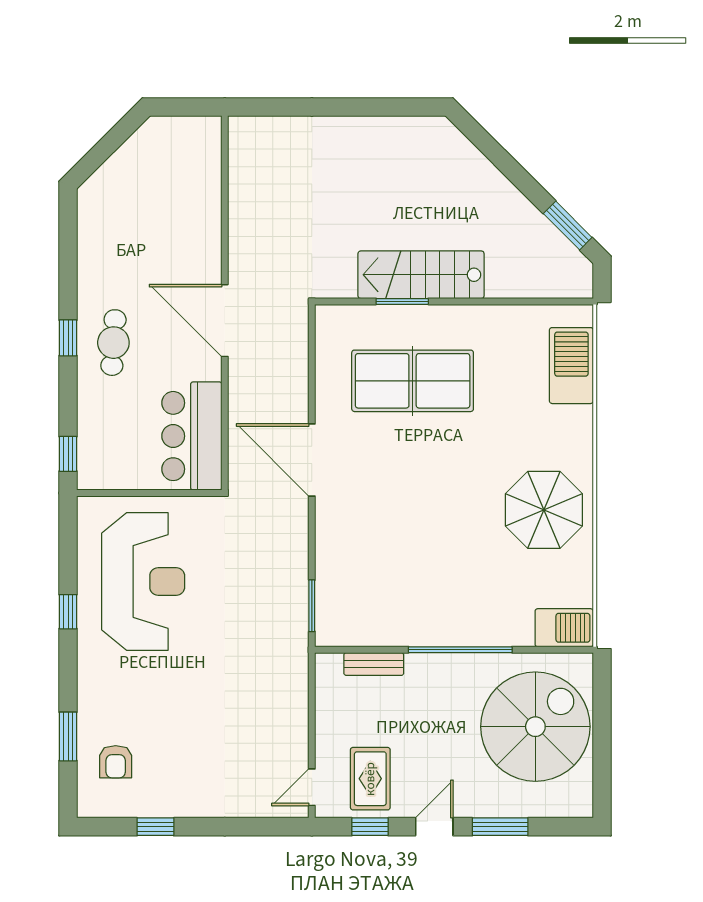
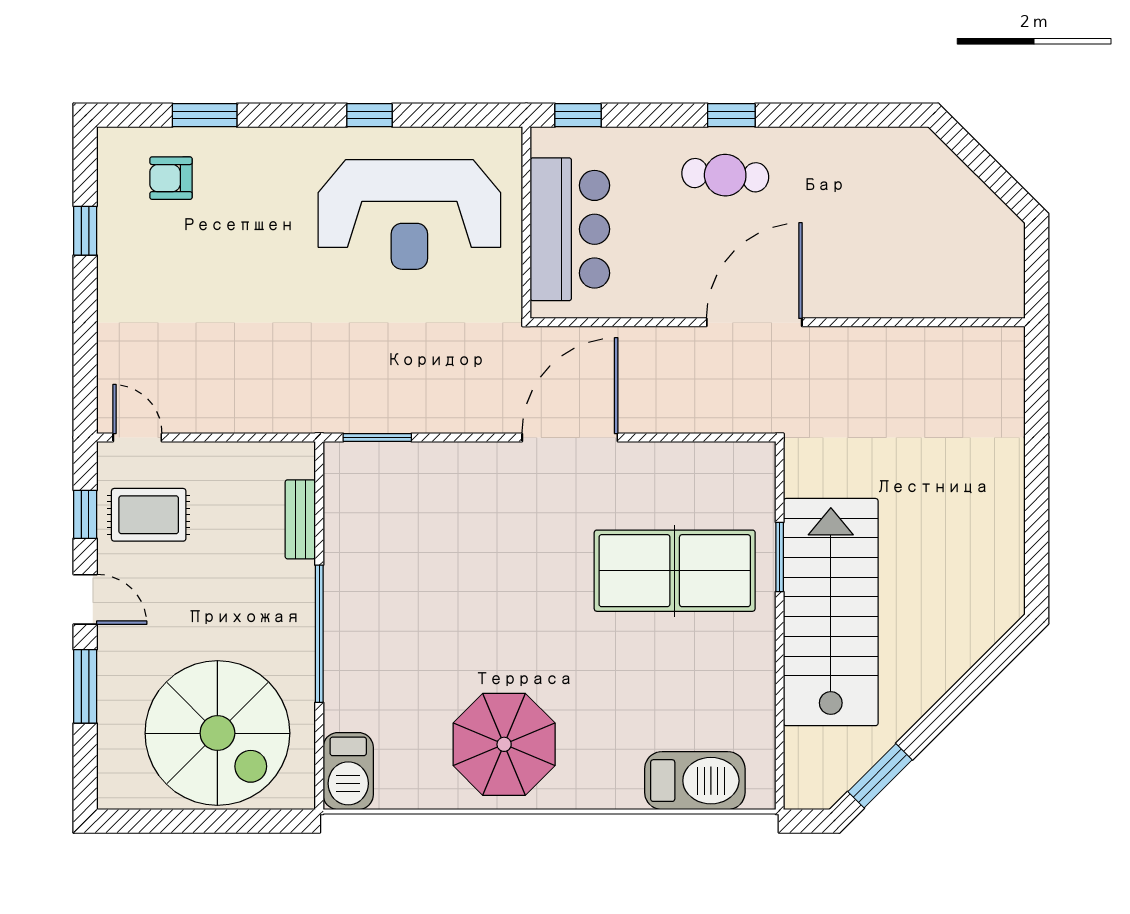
stairs: (421, 275) -> (831, 612), width x1.36, depth x1.51
table tennis table: (413, 381) -> (675, 571), turned 90
bar counter: (192, 436) -> (570, 229), moved, turned 90

